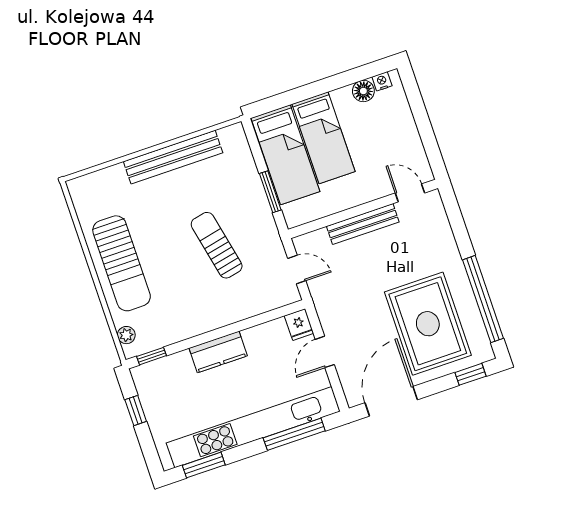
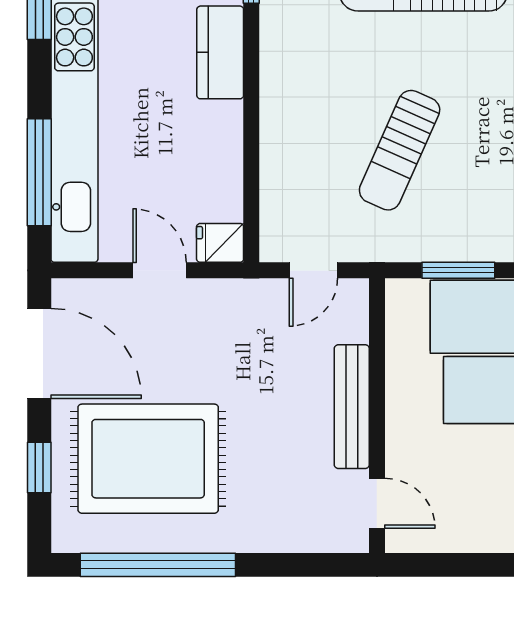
door: (410, 193) -> (377, 503), hinge flipped
sun lounger: (217, 245) -> (400, 150), turned 126
kitchen counter: (218, 352) -> (220, 52), moved
window: (470, 374) -> (39, 468), moved

